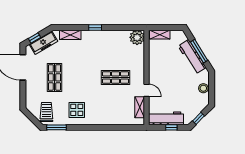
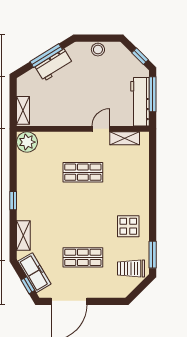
workbench: (192, 57) -> (54, 65), width x0.73
shop shelf: (115, 77) -> (83, 172), turned 90
window: (171, 127) -> (153, 94), width x2.17

